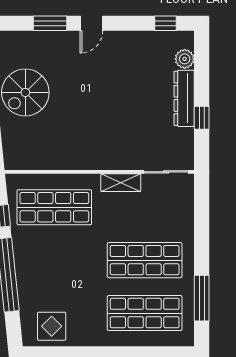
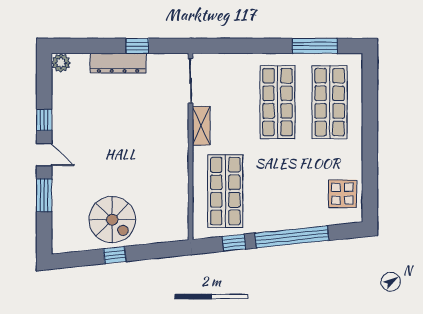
window: (166, 23) -> (44, 120), moved
plant: (185, 59) -> (61, 63), moved

